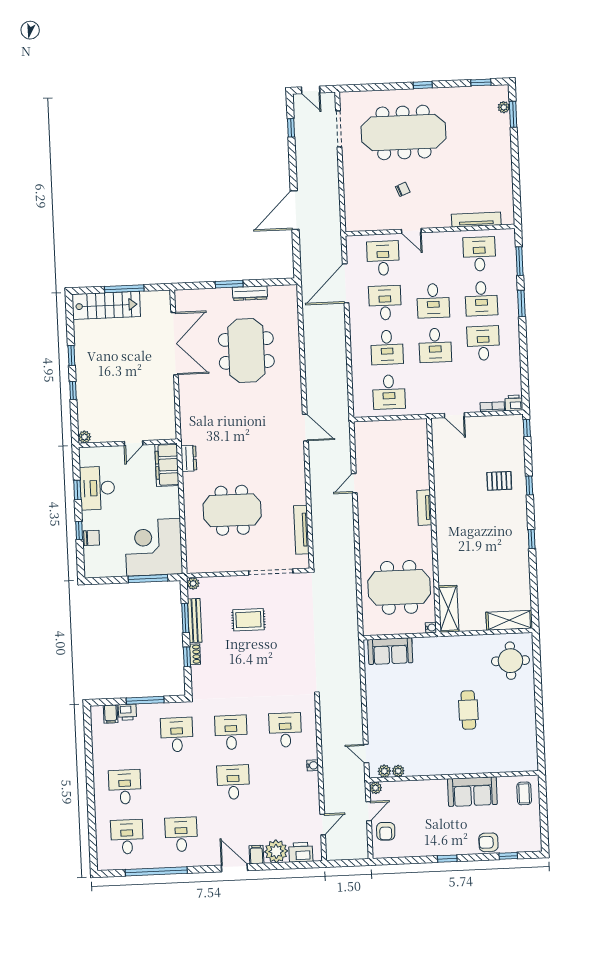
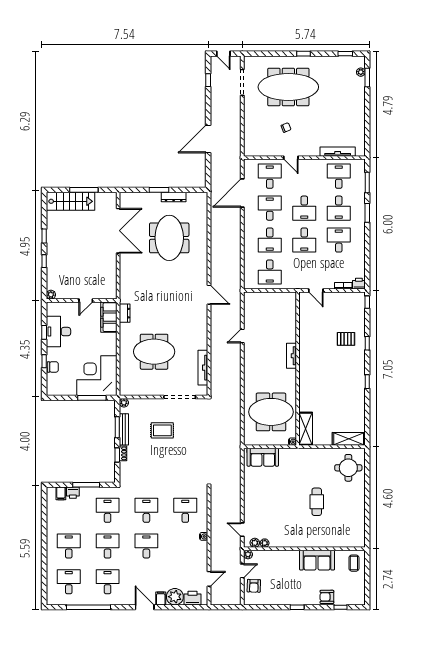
desk: (179, 785) -> (108, 546), added

